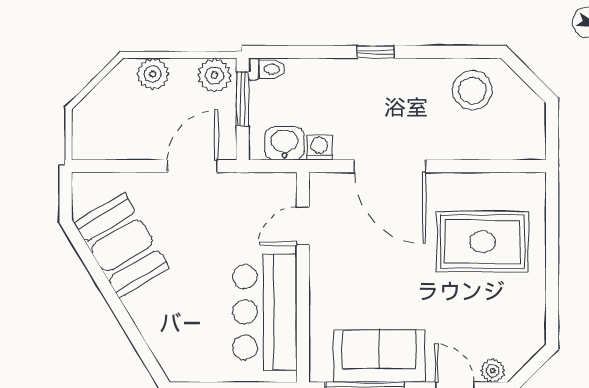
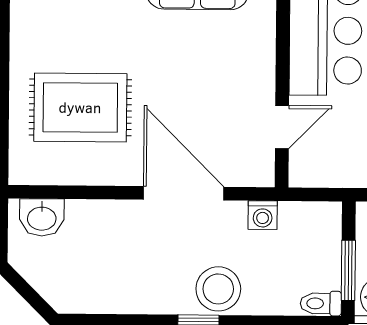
stool: (472, 90) -> (218, 289), moved
washbasin: (285, 143) -> (42, 218), moved

